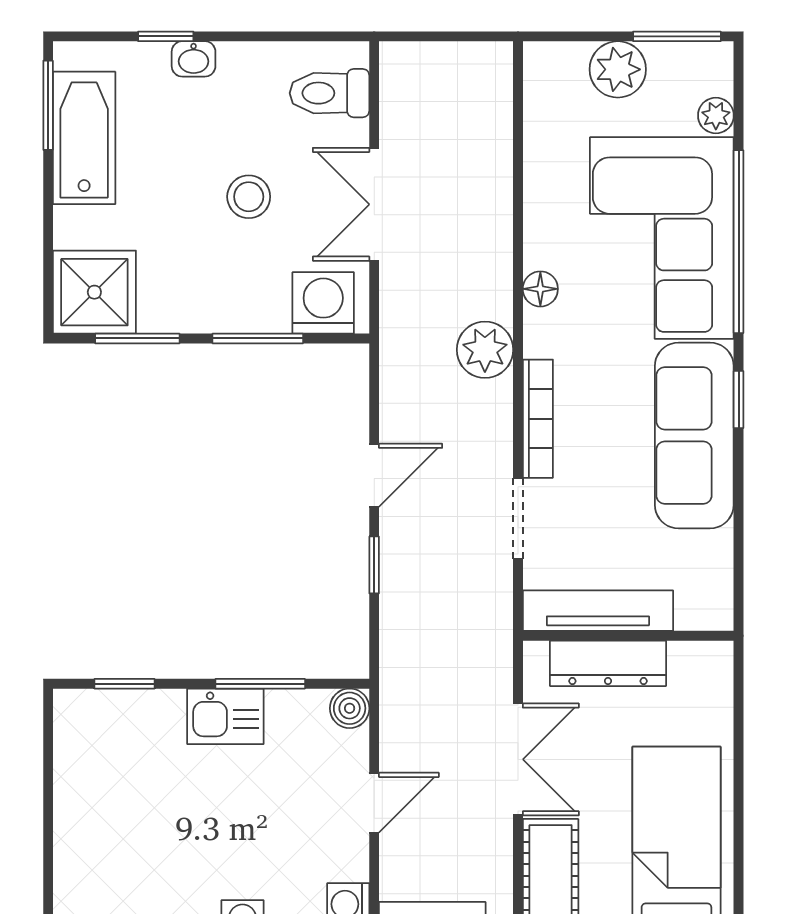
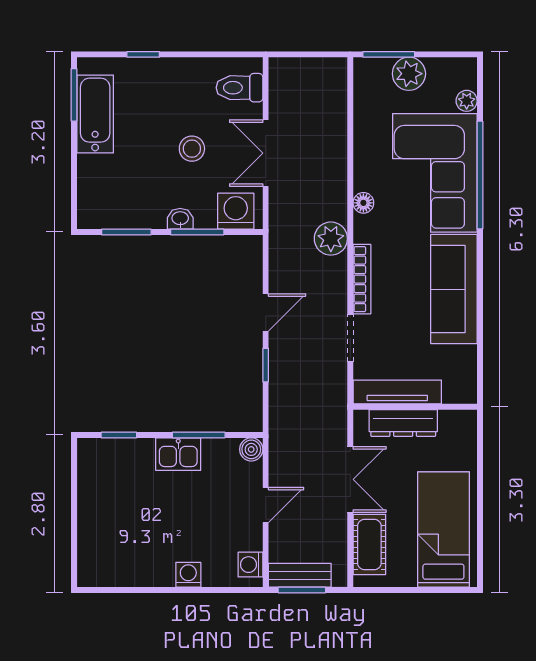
window: (677, 36) -> (389, 54), moved
washbasin: (194, 59) -> (180, 219), moved, turned 180
shower: (94, 292) -> (101, 205), removed
window: (739, 400) -> (480, 268), removed

